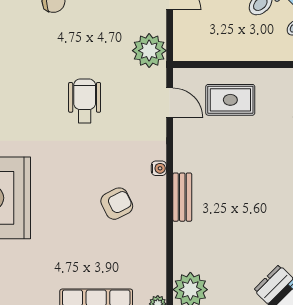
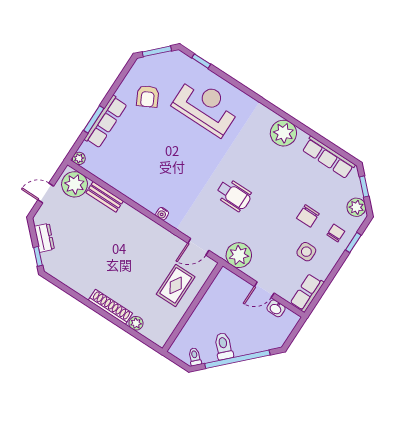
bench: (182, 197) -> (105, 197), moved
armchair: (117, 204) -> (148, 96), moved

